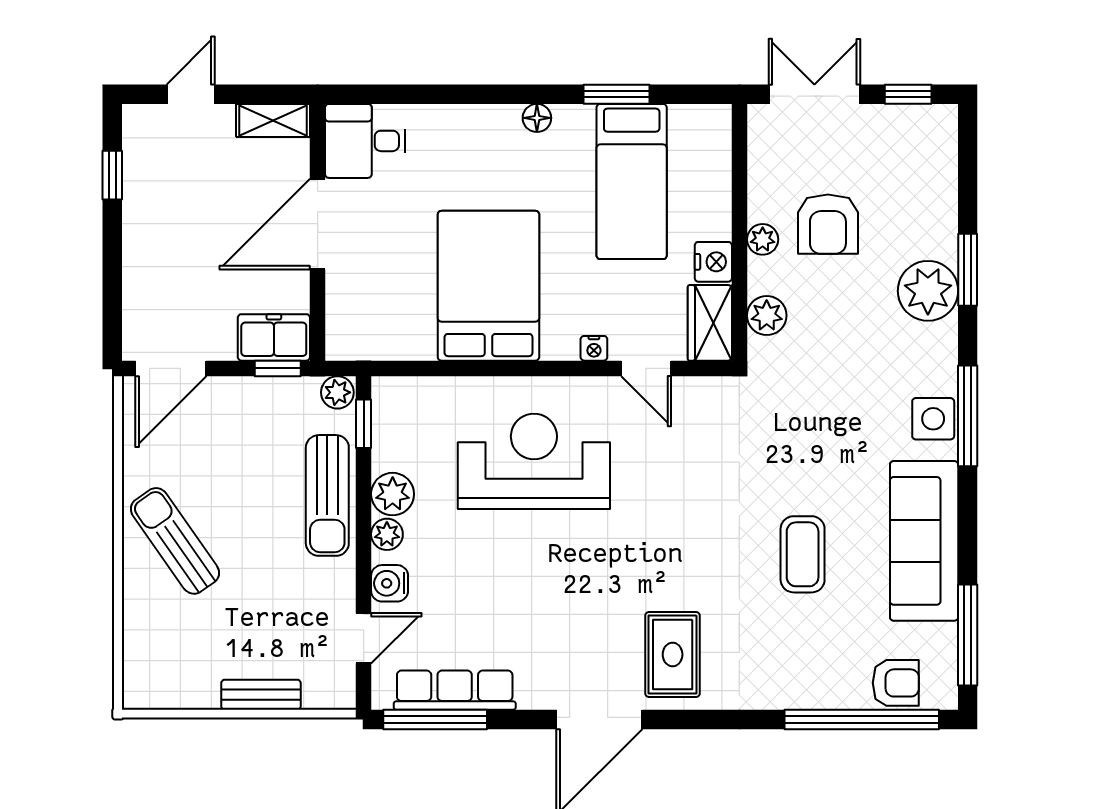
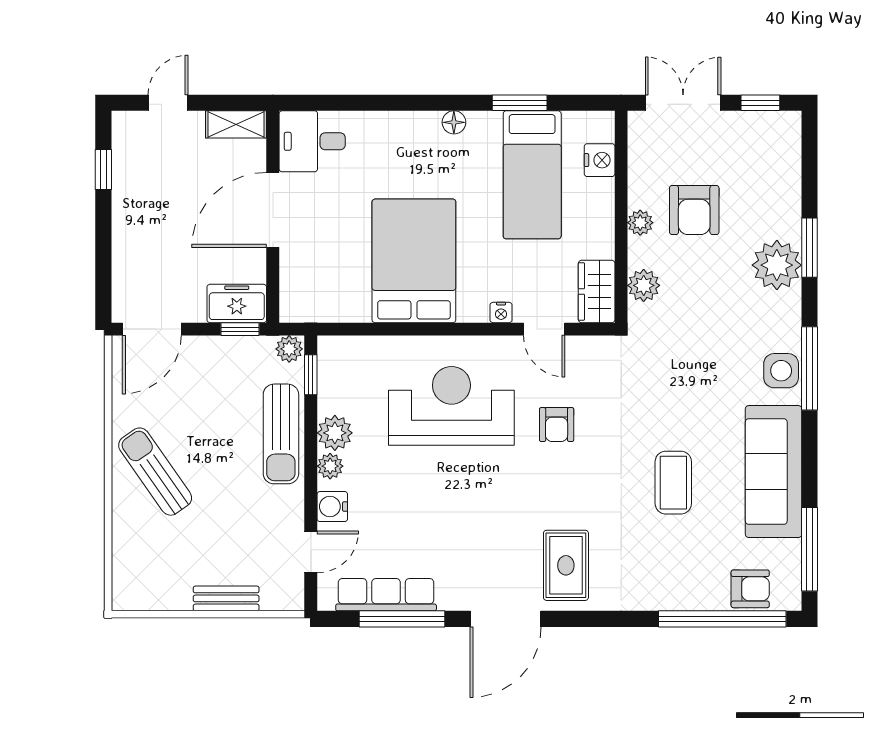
nightstand: (713, 262) -> (600, 160), moved
armchair: (661, 484) -> (557, 425), added
window: (435, 719) -> (402, 619), moved

